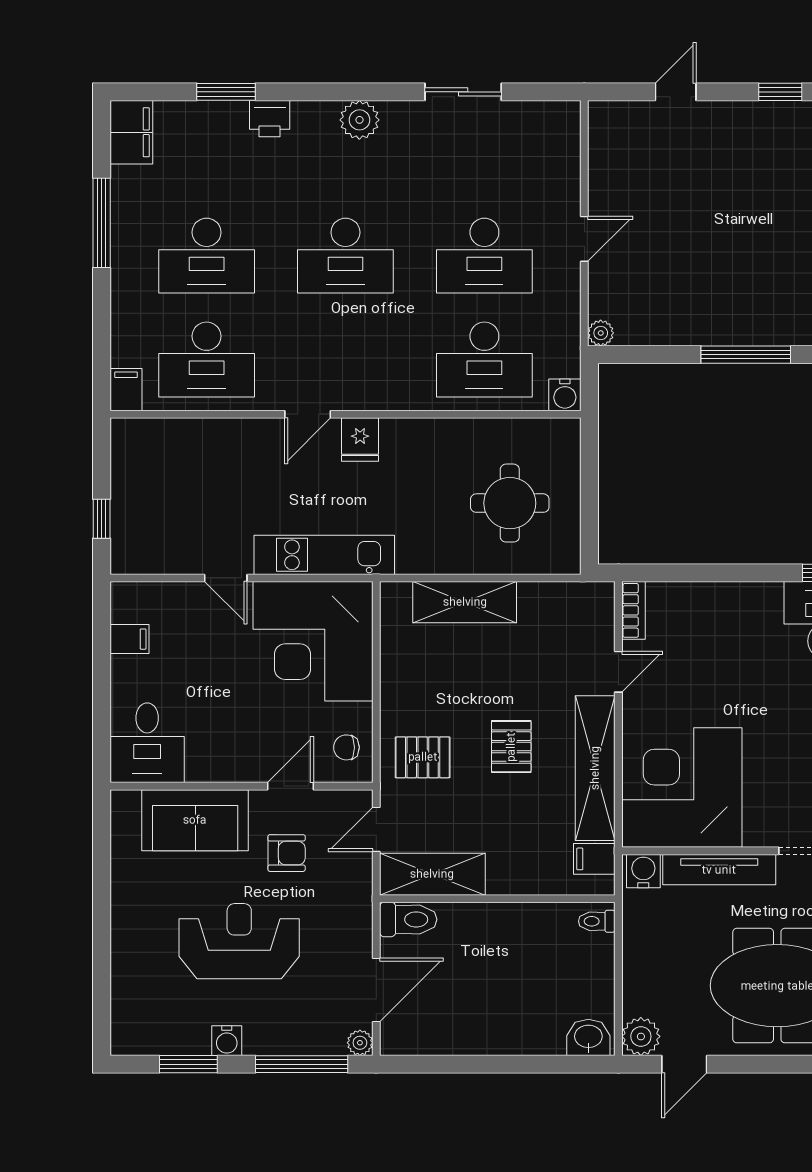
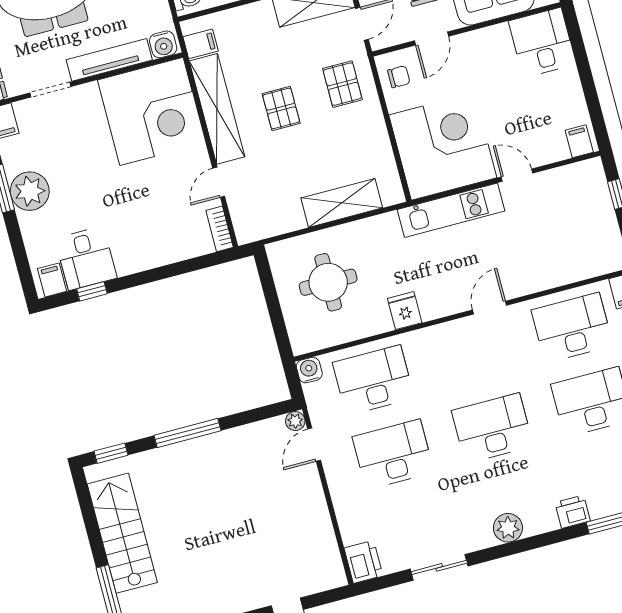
printer: (560, 125) -> (363, 562), added
door: (584, 239) -> (314, 445), moved
fridge: (360, 440) -> (405, 311), moved
filing cabinet: (129, 639) -> (579, 141), moved, turned 90
pallet: (423, 757) -> (342, 84), turned 90

